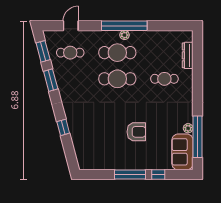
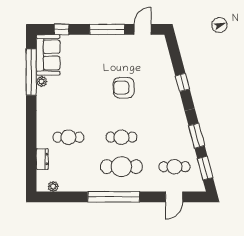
plant: (125, 35) -> (53, 186), moved
dresser: (188, 55) -> (42, 159), width x0.70
cafe table: (117, 79) -> (121, 137), width x0.73, depth x0.74
armchair: (136, 132) -> (124, 88), moved
door: (99, 175) -> (143, 29), added
window: (158, 175) -> (62, 29), moved

